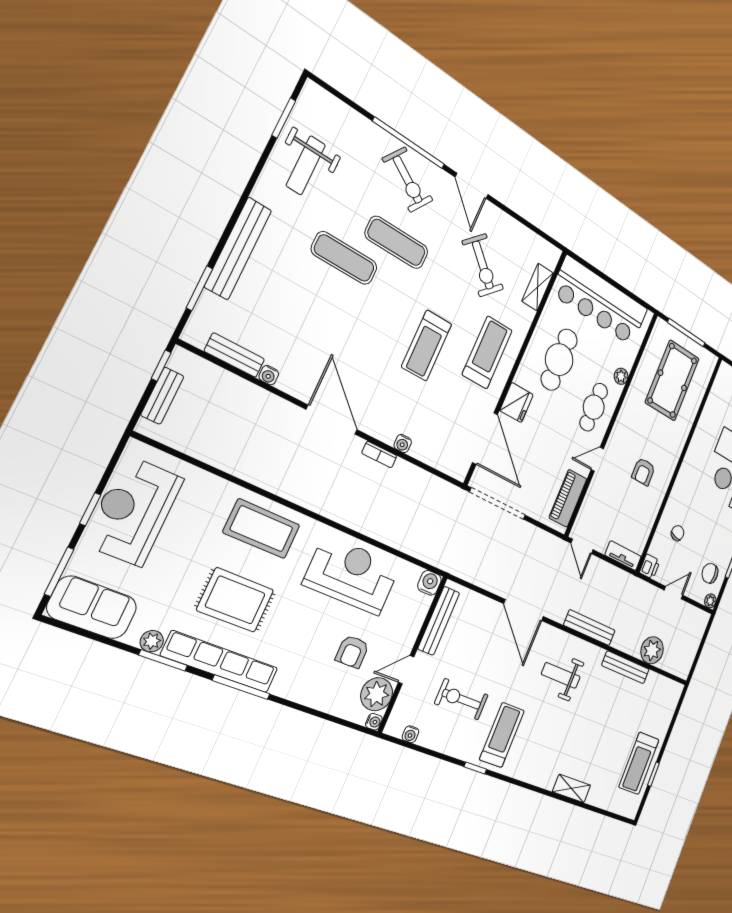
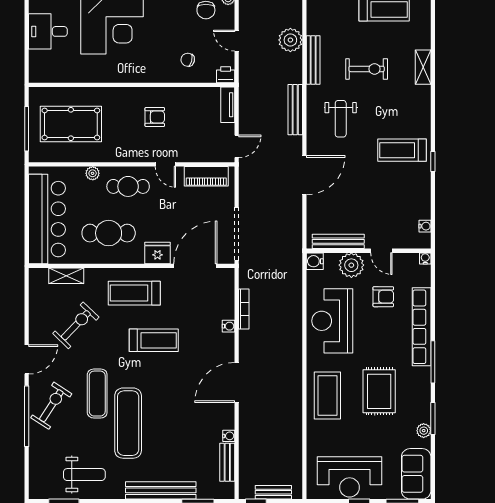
exercise mat: (344, 258) -> (128, 423), width x1.36, depth x1.45
bookcase: (379, 455) -> (244, 309), moved, width x1.56
row of seats: (220, 662) -> (422, 327), moved
plant: (377, 694) -> (351, 265), moved
exercise bike: (461, 699) -> (367, 69), moved, turned -90

